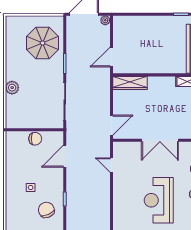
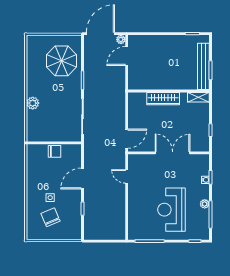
door: (111, 57) -> (127, 56), moved
wardrobe: (130, 83) -> (163, 99), moved
double door: (160, 140) -> (173, 153), swing flipped
door: (65, 156) -> (82, 178), moved
chair: (46, 210) -> (50, 217), moved

